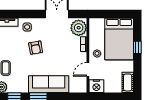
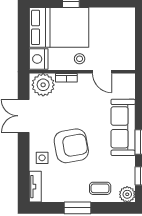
armchair: (36, 48) -> (71, 146), width x1.88, depth x1.88
cot: (128, 82) -> (121, 15), removed
nightstand: (96, 86) -> (39, 59), moved, turned 180

